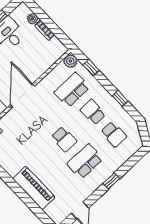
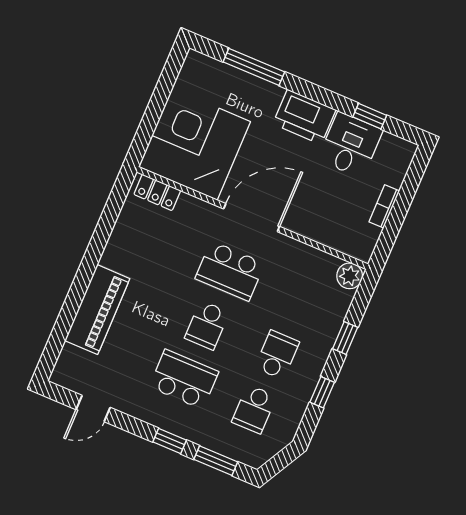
plant: (32, 19) -> (395, 176), removed
window: (91, 68) -> (345, 338), moved
school desk: (72, 90) -> (230, 271), moved, turned 180
window: (130, 163) -> (216, 461), added

